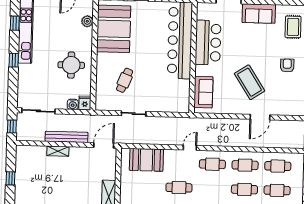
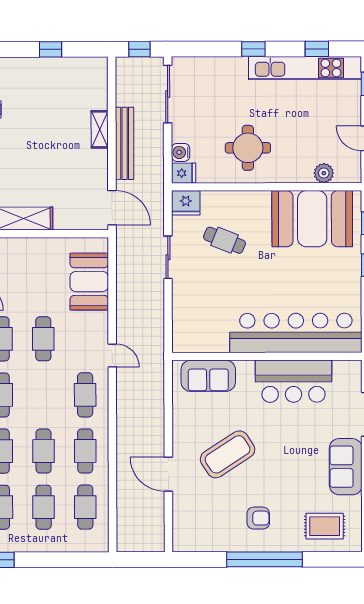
fridge: (102, 102) -> (186, 203), added

